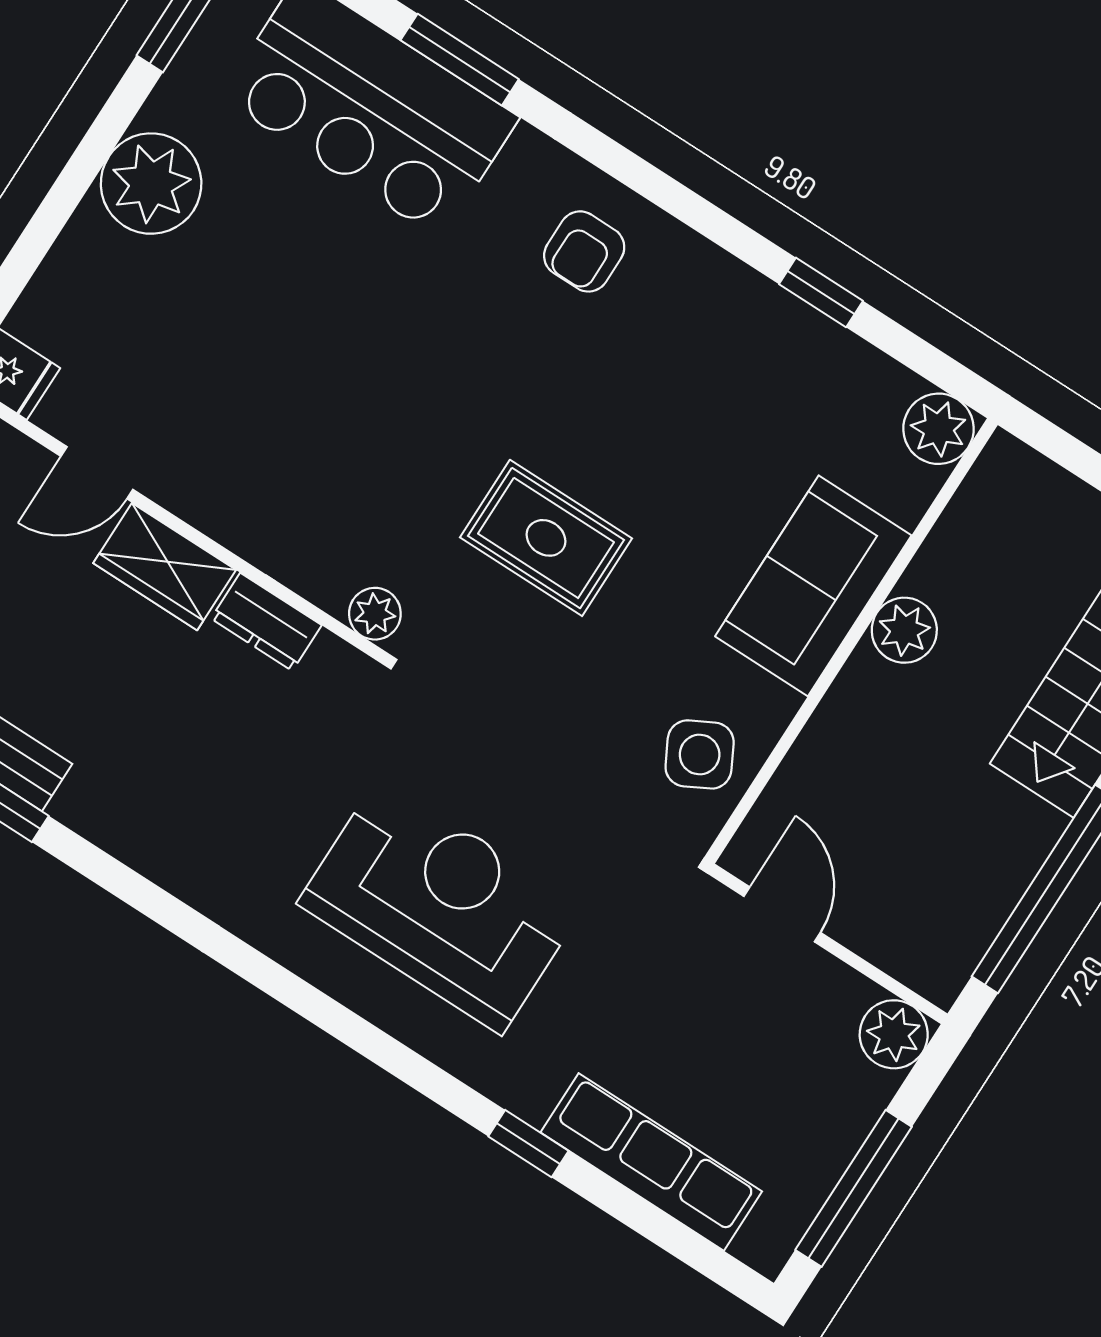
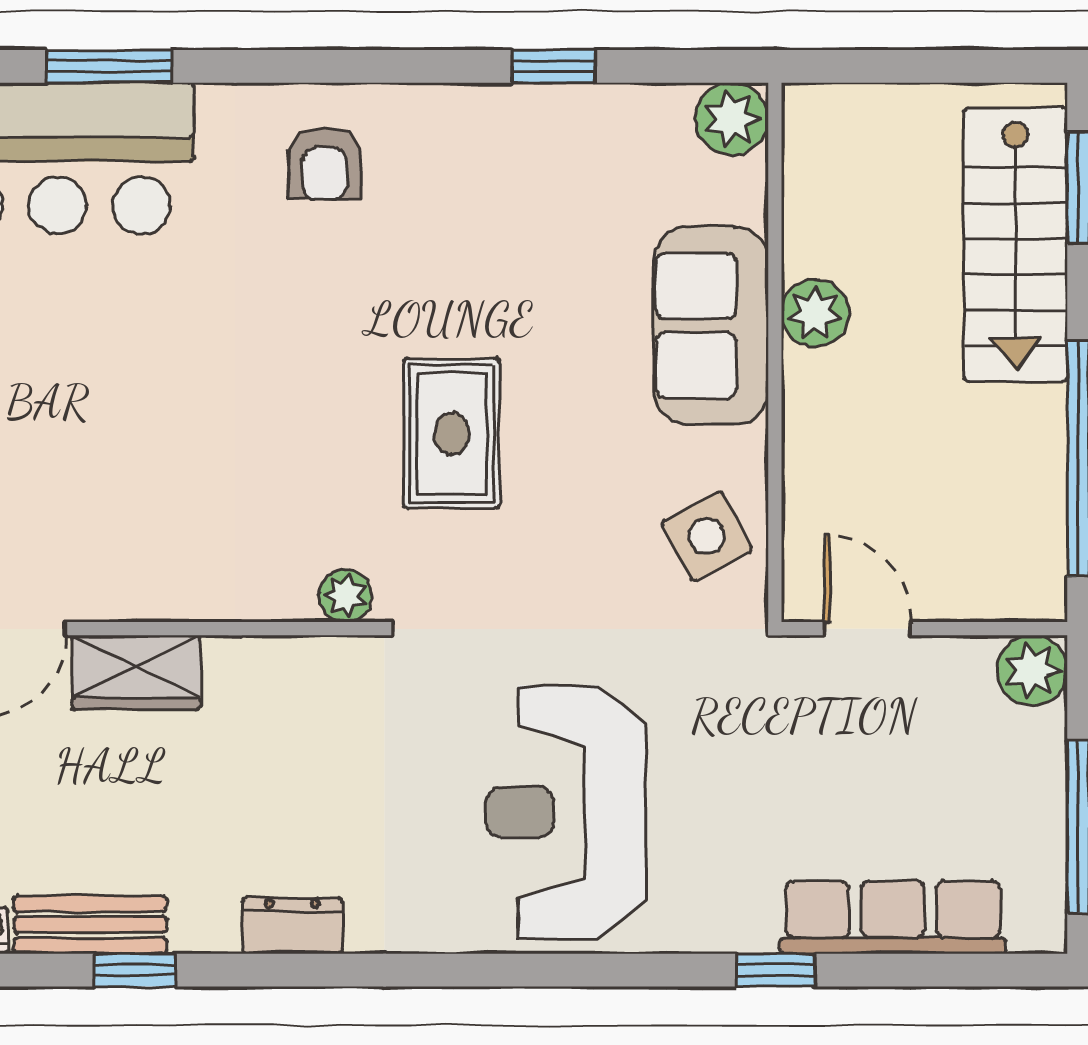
rug: (546, 538) -> (452, 434), turned 90
dresser: (266, 622) -> (292, 926), moved, turned 180
reception desk: (440, 905) -> (566, 812), turned -90

